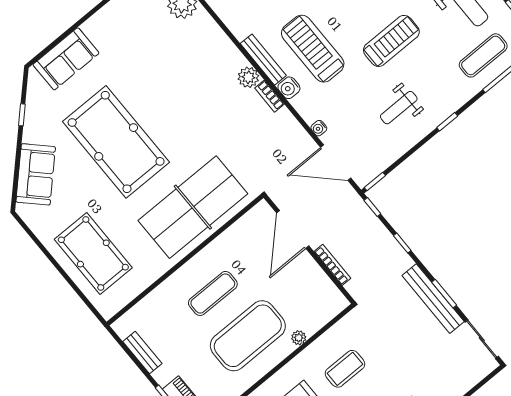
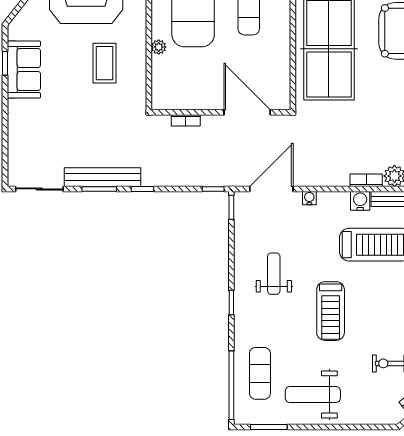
window: (402, 243) -> (142, 189), moved
bookcase: (332, 265) -> (186, 120), width x0.64

